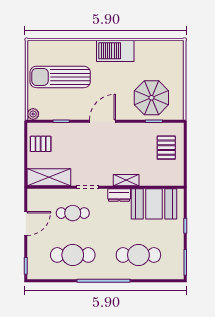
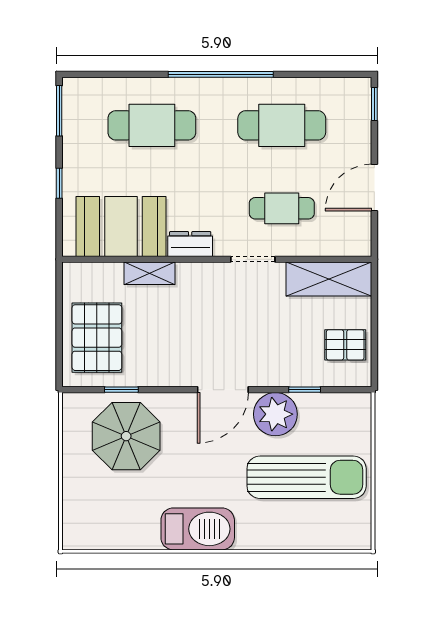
plant: (33, 114) -> (275, 414), moved, width x1.87, depth x1.87
pallet: (166, 148) -> (97, 338), width x1.50, depth x1.42
shelving: (126, 180) -> (150, 273), moved

